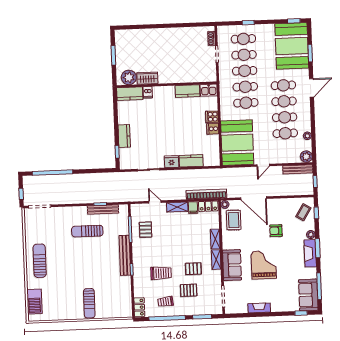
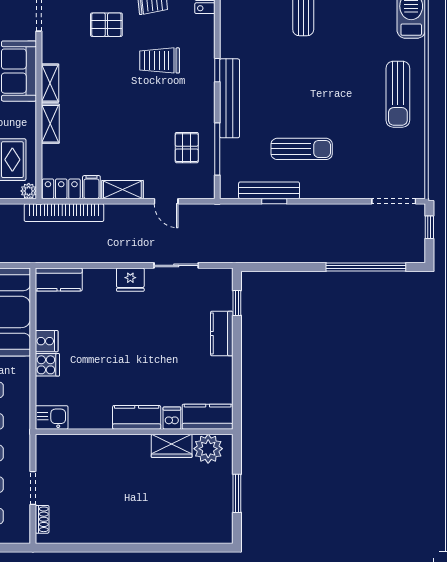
kitchen counter: (188, 91) -> (137, 417), moved
kitchen counter: (191, 161) -> (59, 279), moved
pallet: (193, 269) -> (95, 67), removed

